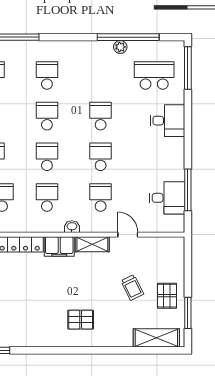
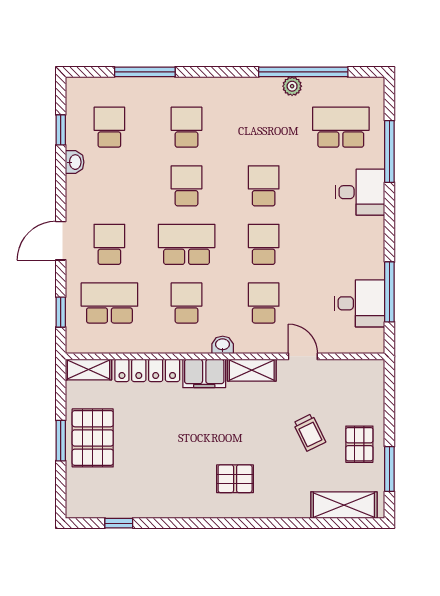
window: (188, 68) -> (389, 151), moved
school desk: (47, 157) -> (187, 244), width x1.85

